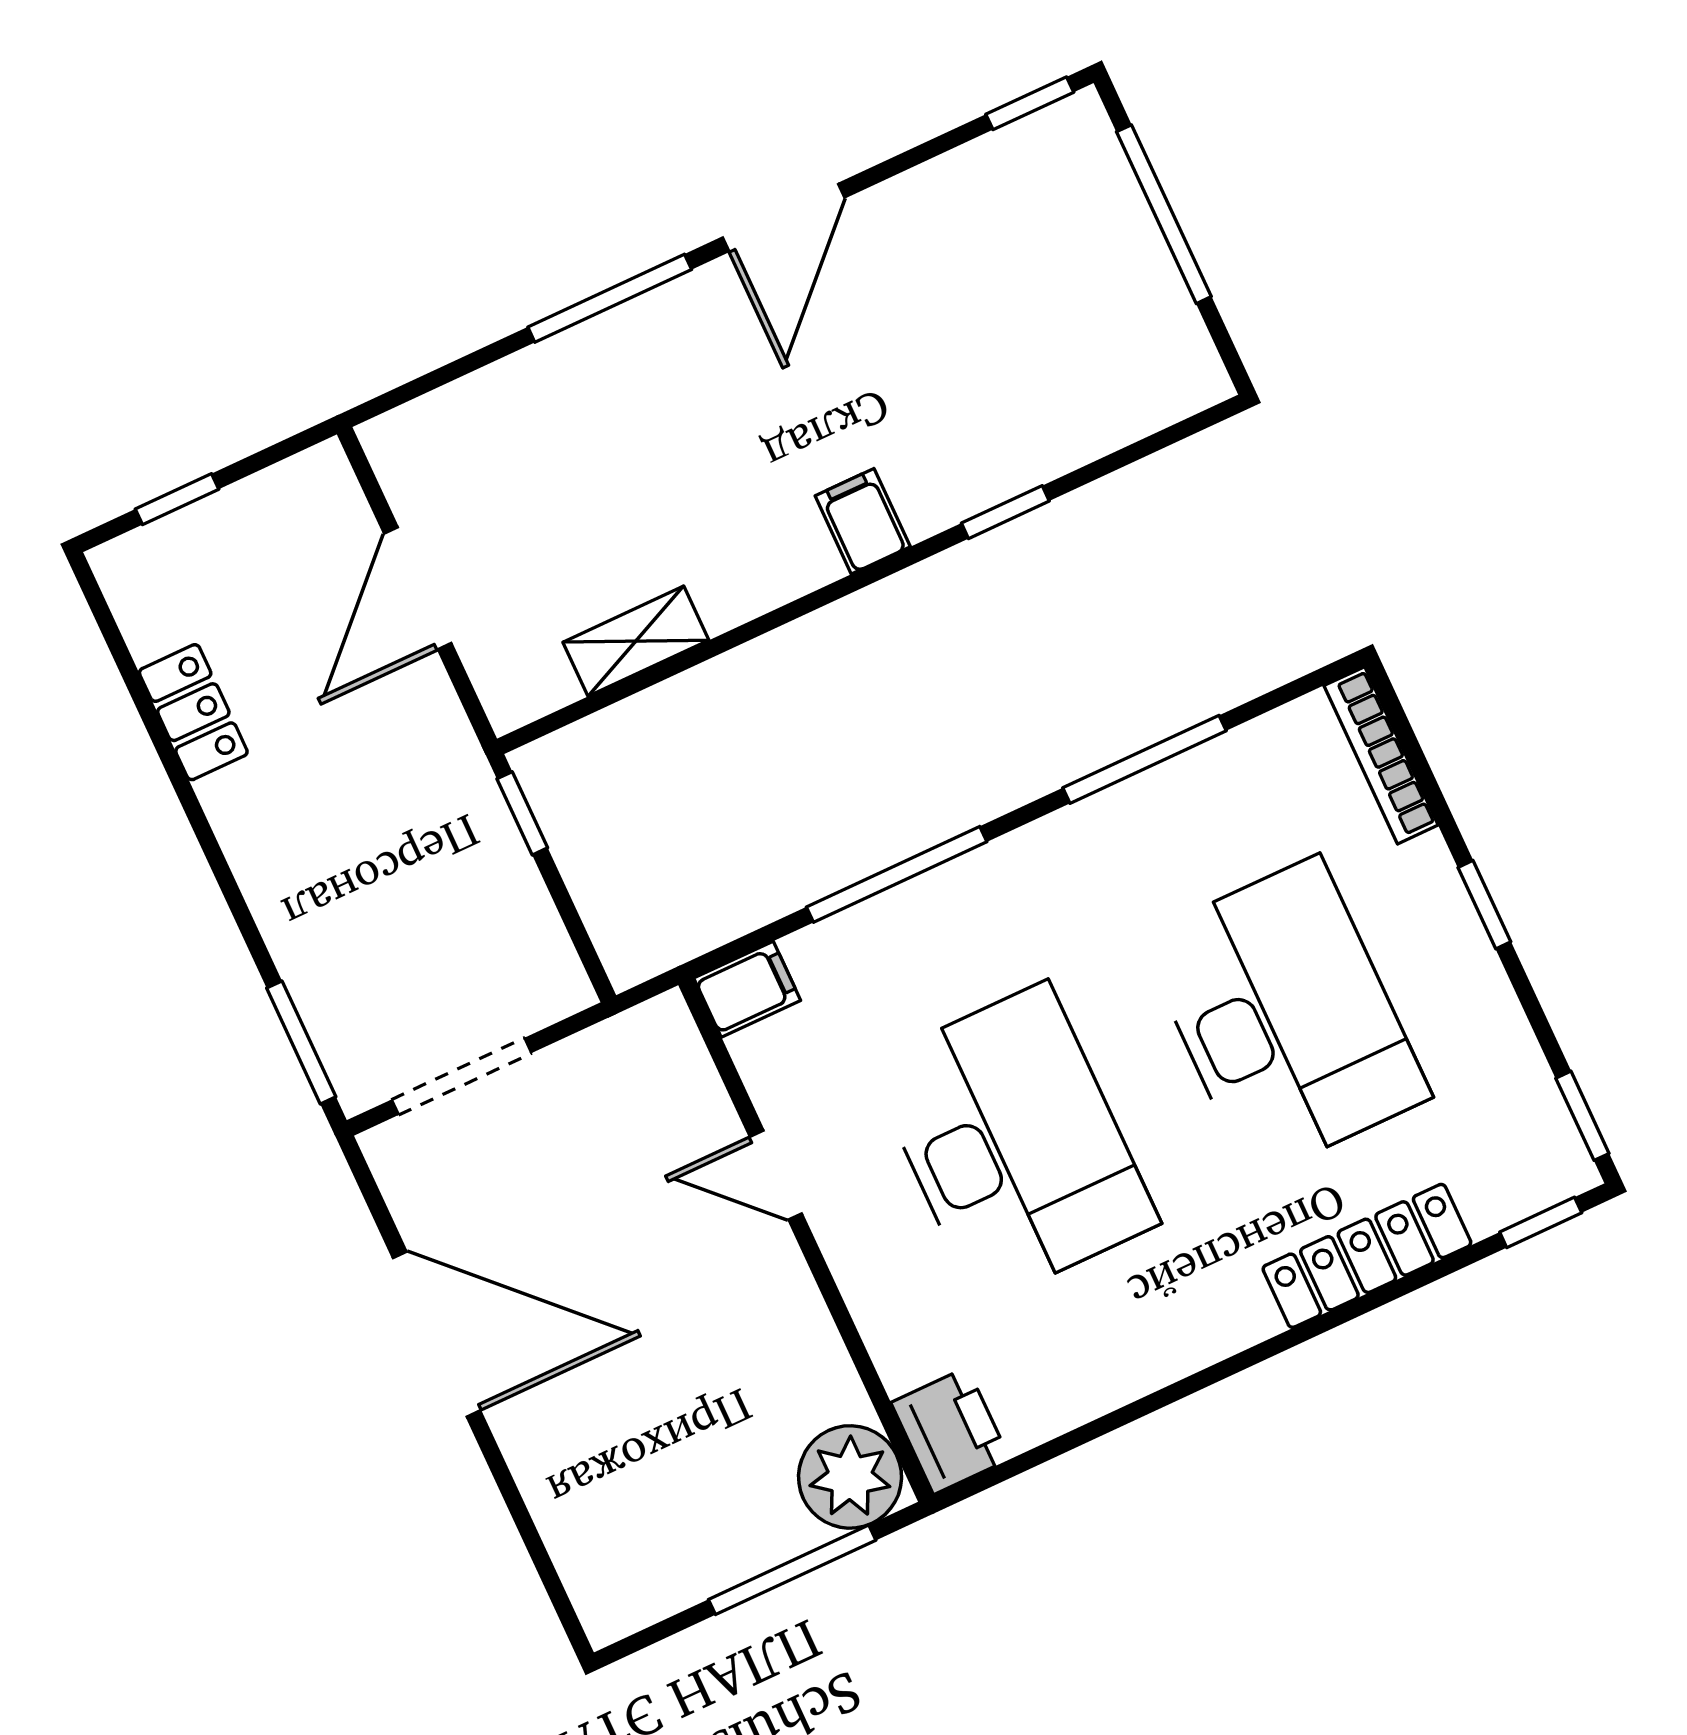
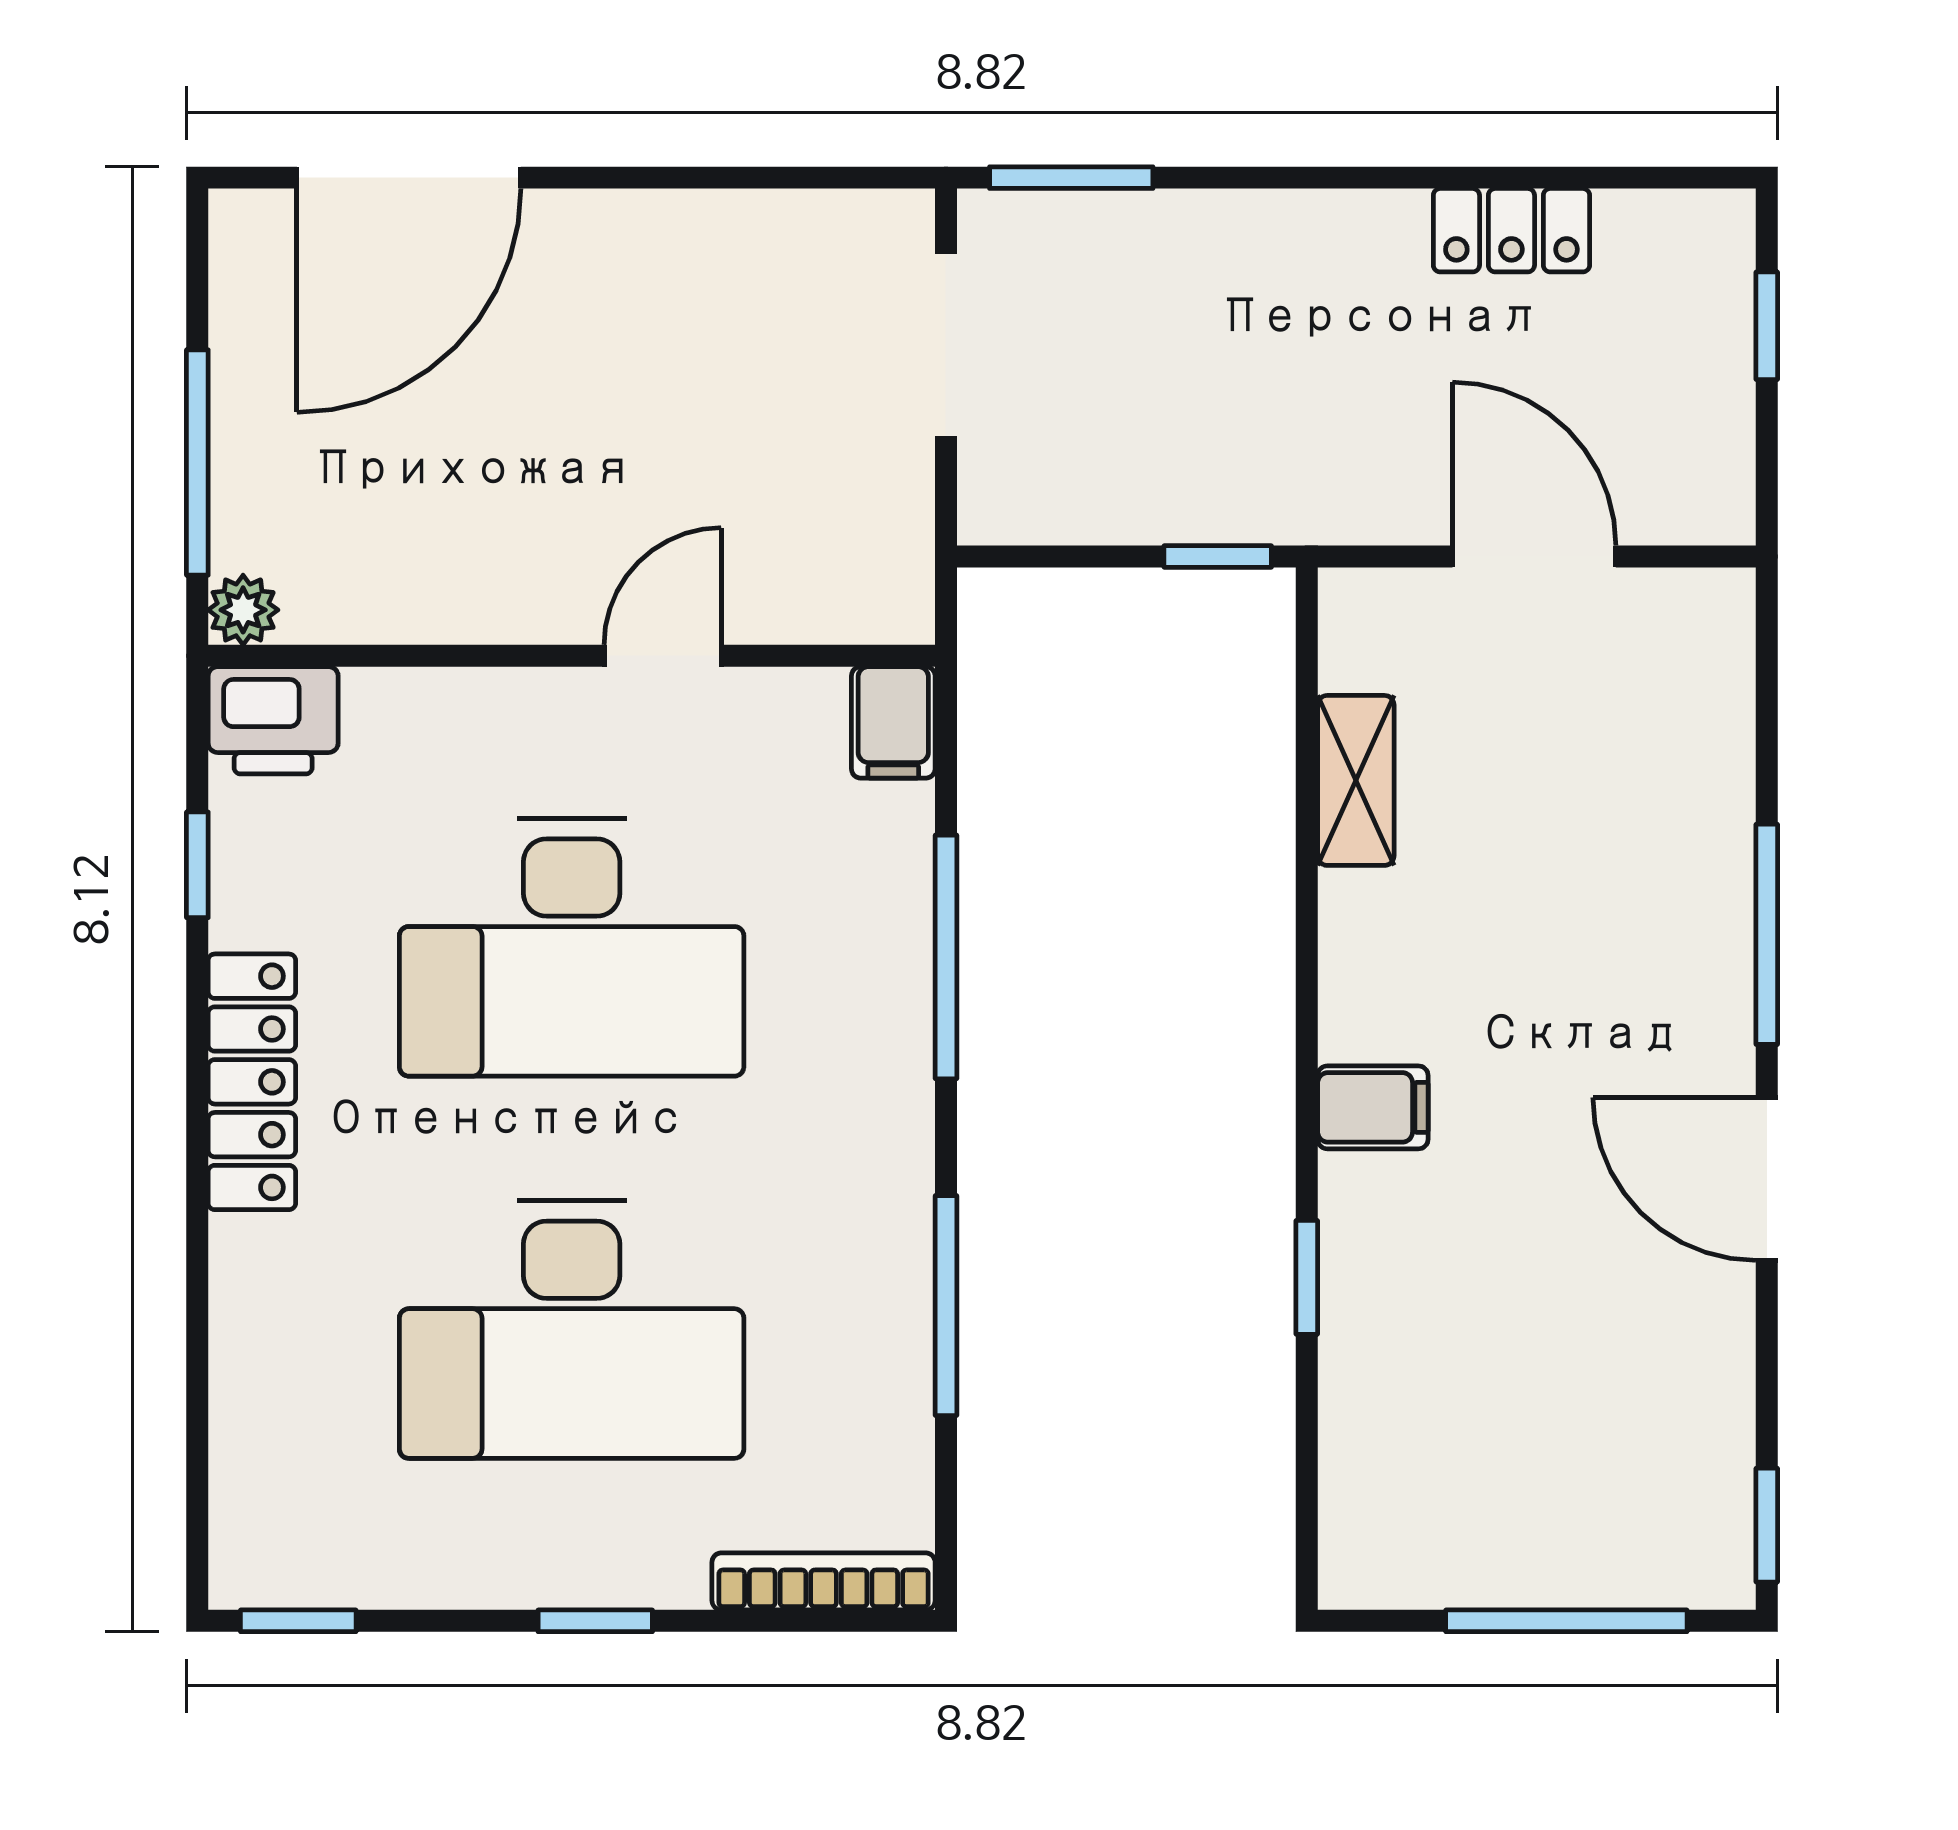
window: (1541, 1222) -> (197, 865), moved
locker: (1367, 1256) -> (252, 1082), moved
door: (437, 1334) -> (409, 178), moved
plant: (850, 1477) -> (243, 610), width x0.53, depth x0.53

